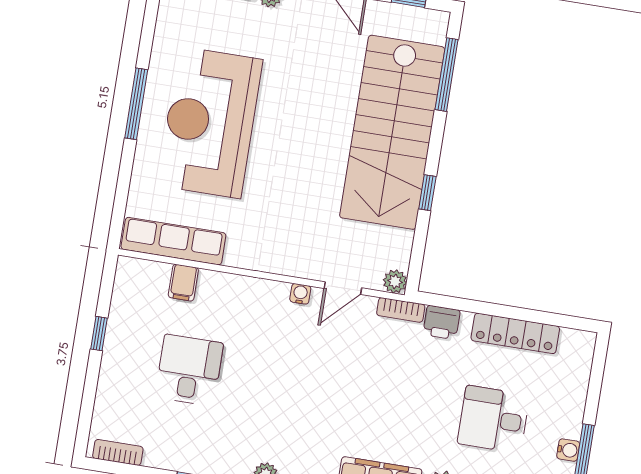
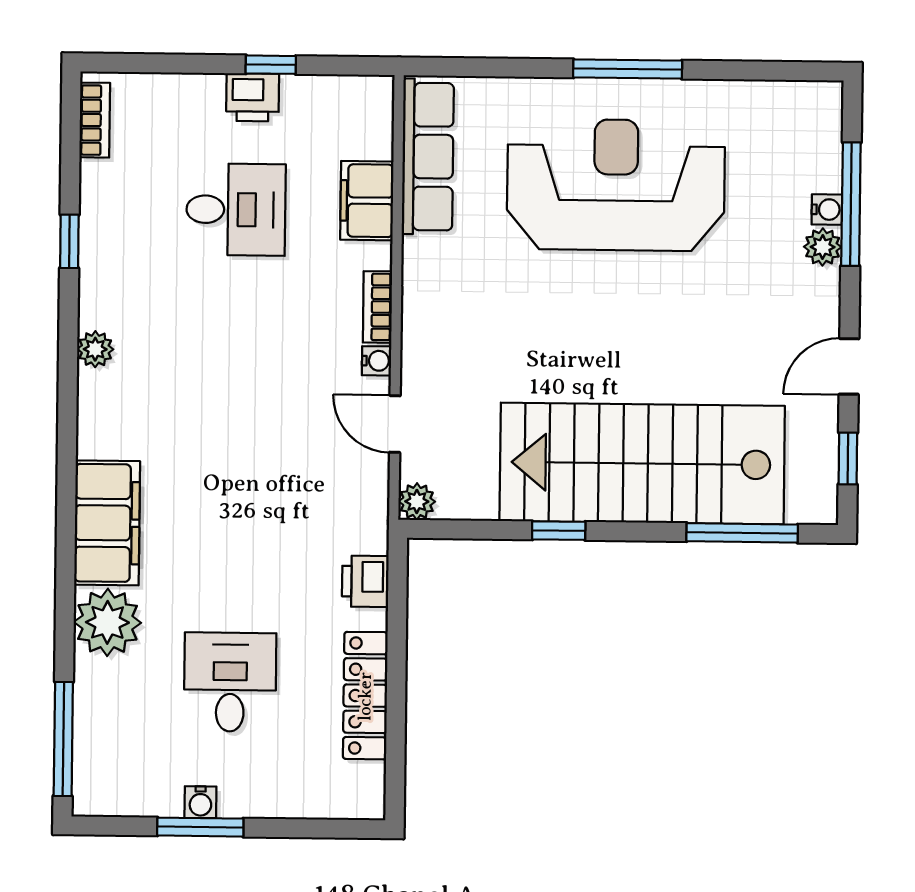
filing cabinet: (183, 283) -> (367, 201), width x2.00
bookcase: (401, 310) -> (378, 307), moved
printer: (118, 348) -> (253, 97), added

